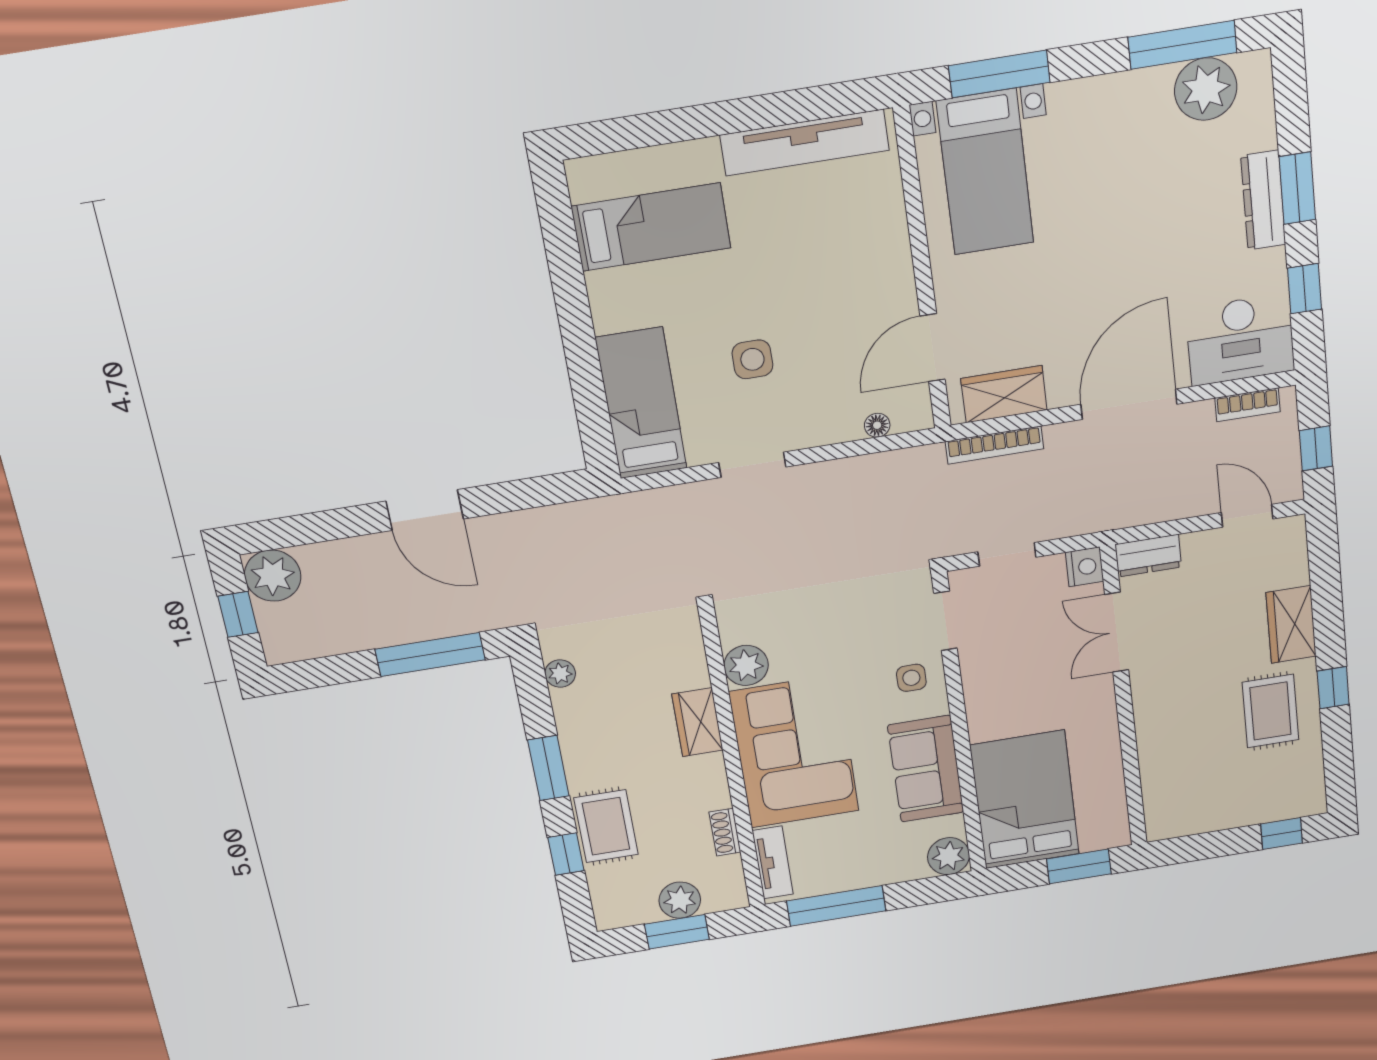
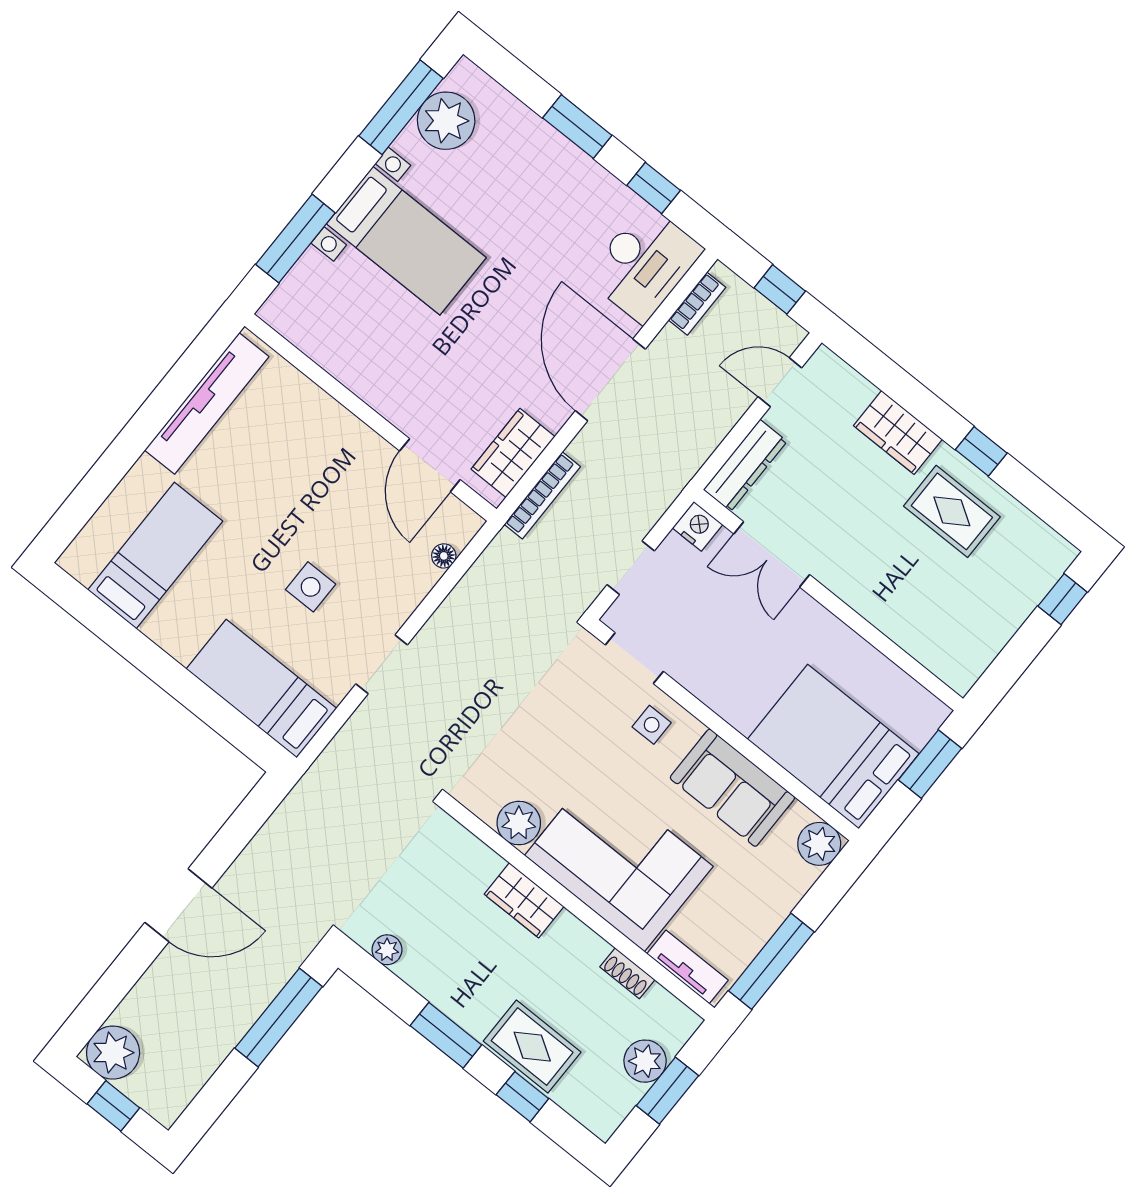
bed with nightstands: (985, 172) -> (406, 241), moved
dresser: (1263, 200) -> (562, 156), removed
dresser: (1148, 556) -> (745, 465), width x1.44

